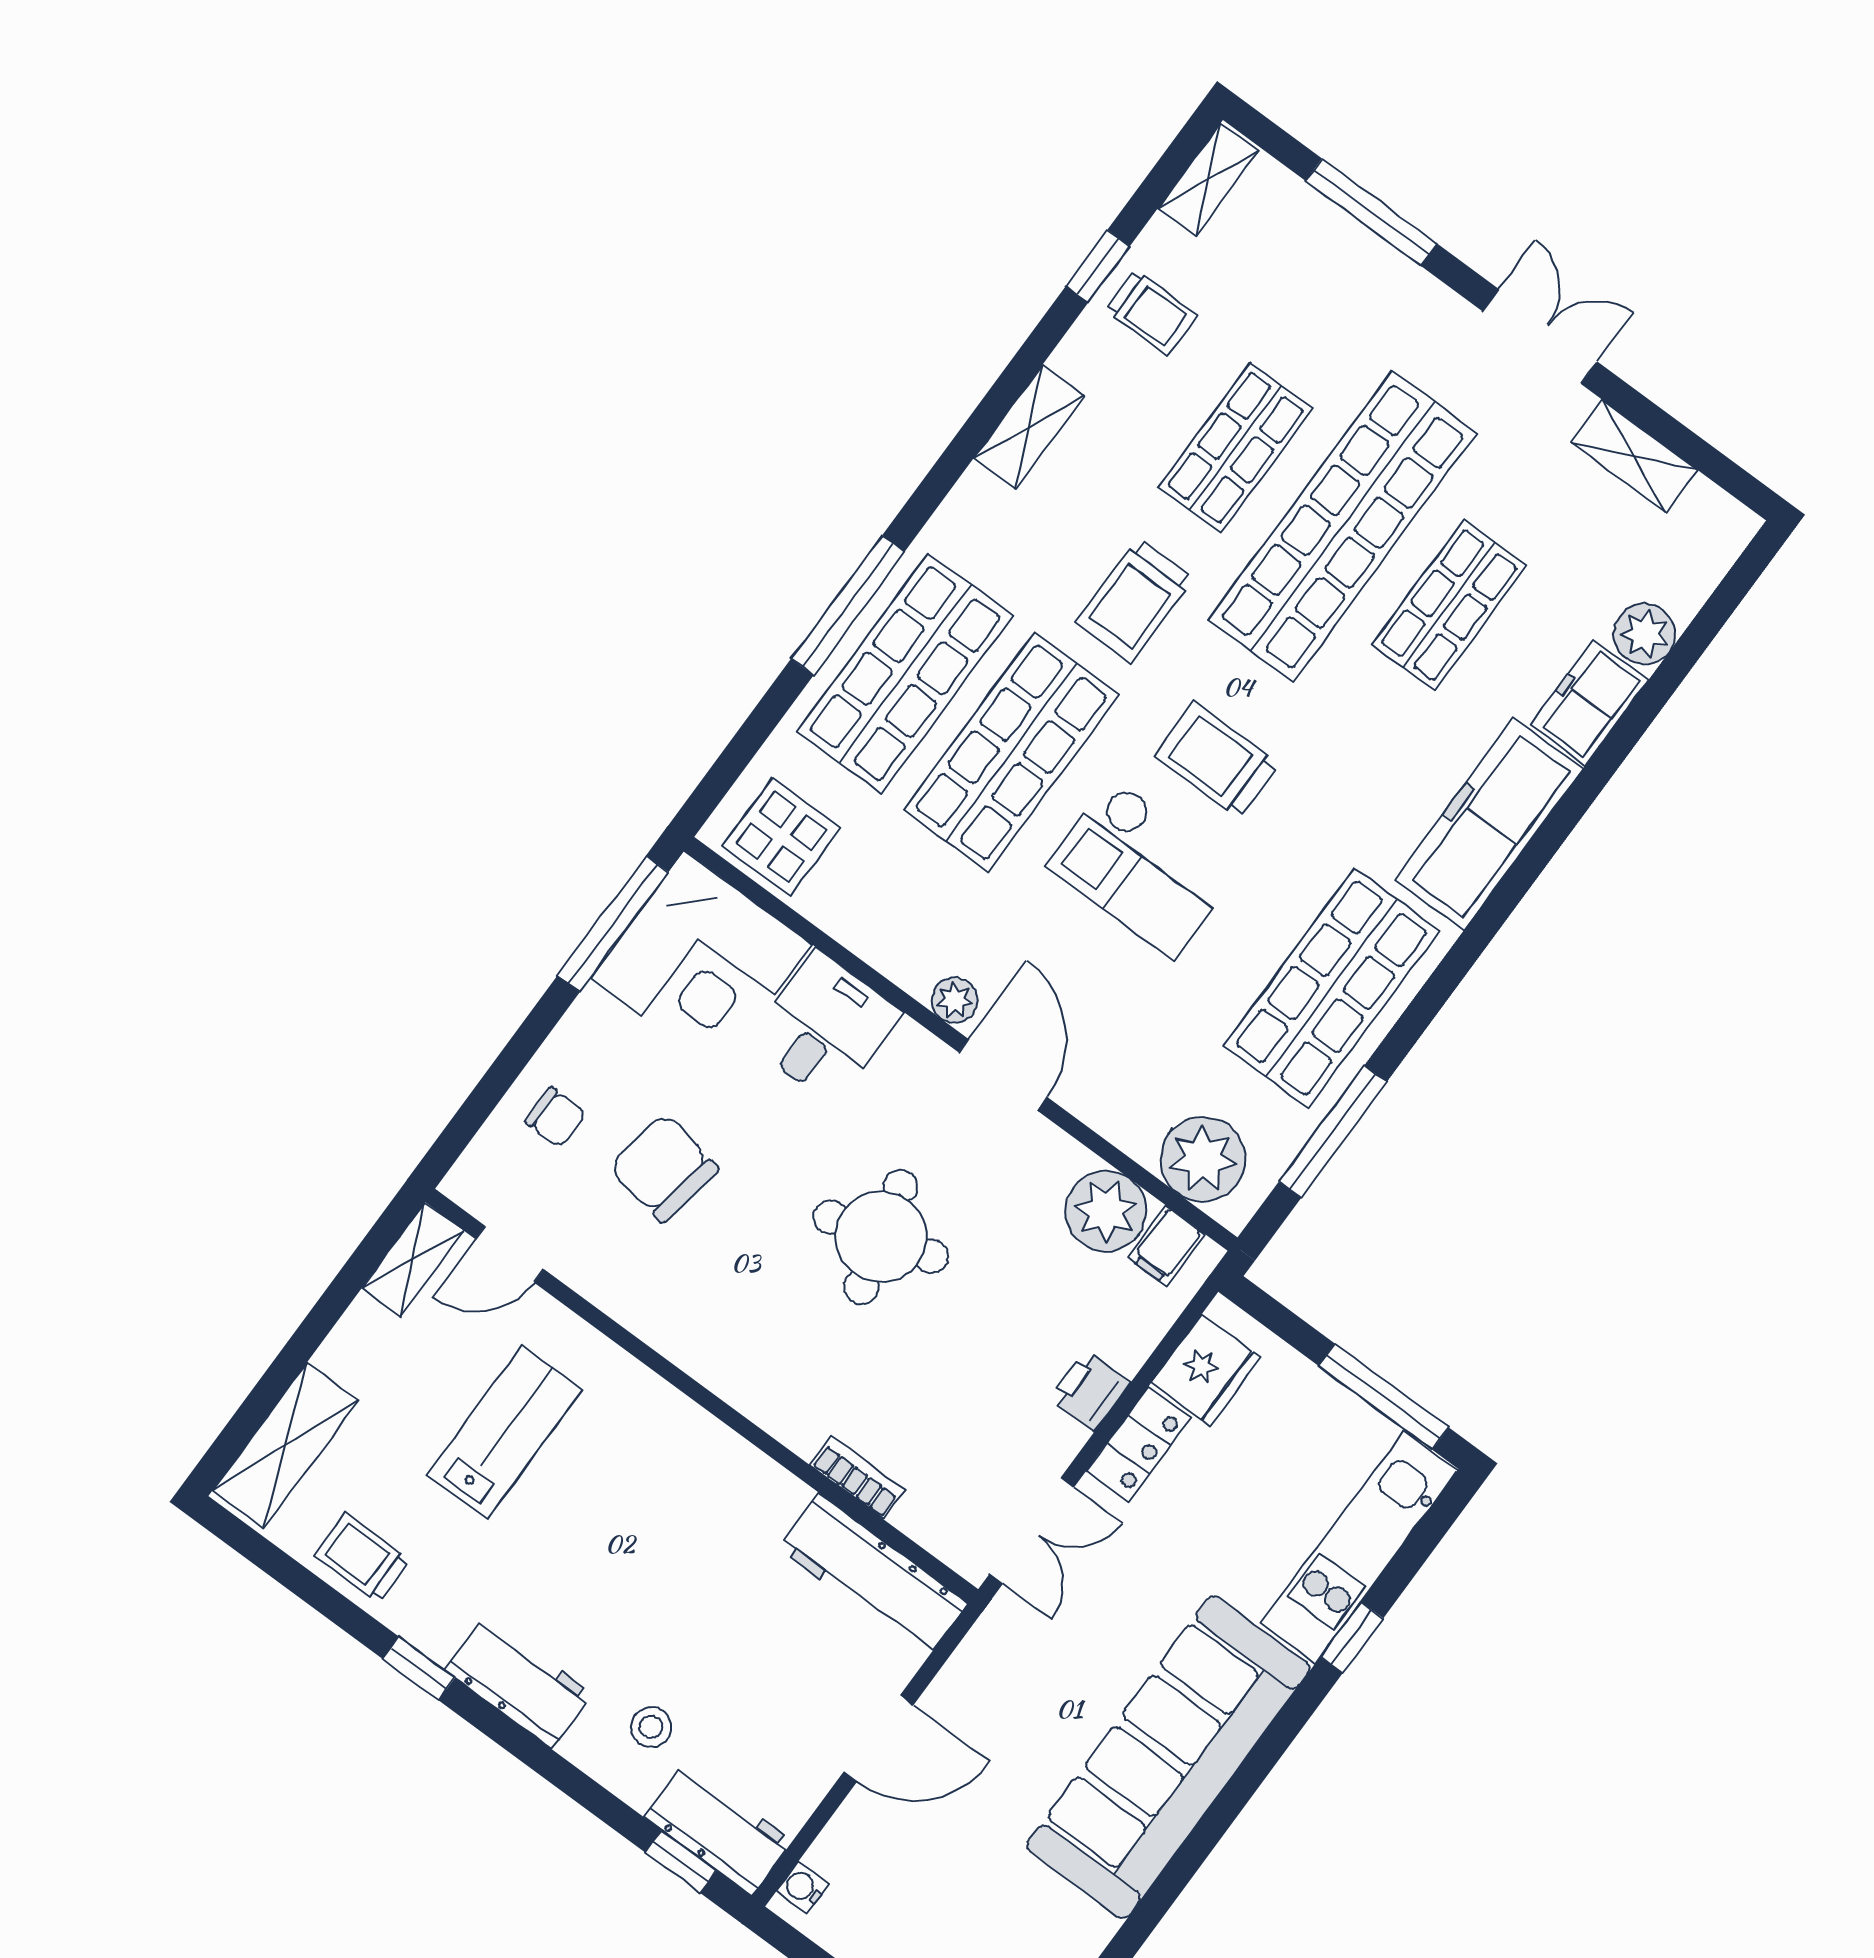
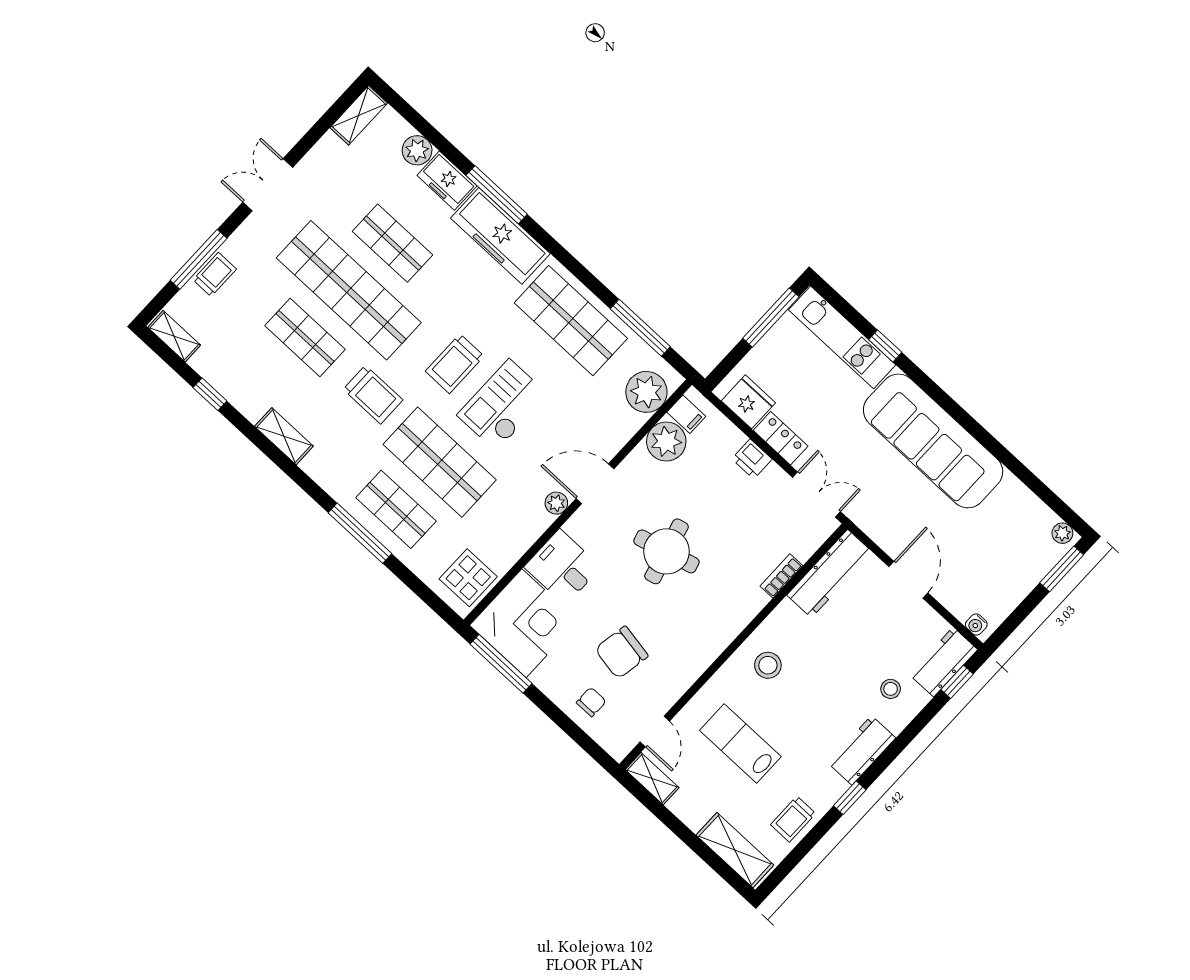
trolley: (1151, 312) -> (215, 274), moved
shelving: (1634, 456) -> (359, 115), moved
shop shelf: (905, 674) -> (396, 509), width x0.70, depth x0.74
window: (1572, 807) -> (497, 195), added
checkout: (1143, 868) -> (503, 405), turned 180
stool: (671, 1470) -> (768, 665), added

